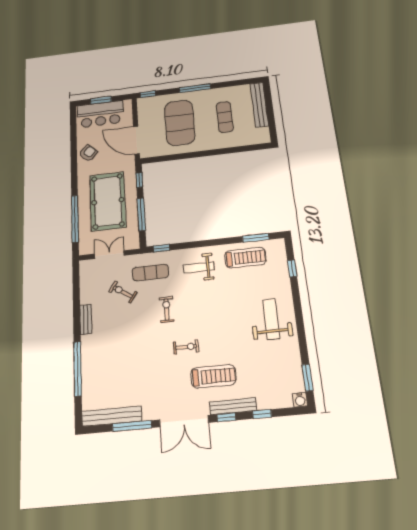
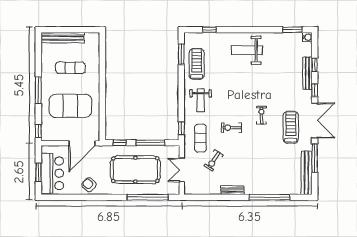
treadmill: (213, 376) -> (291, 127), moved
bench: (233, 406) -> (307, 73), moved

